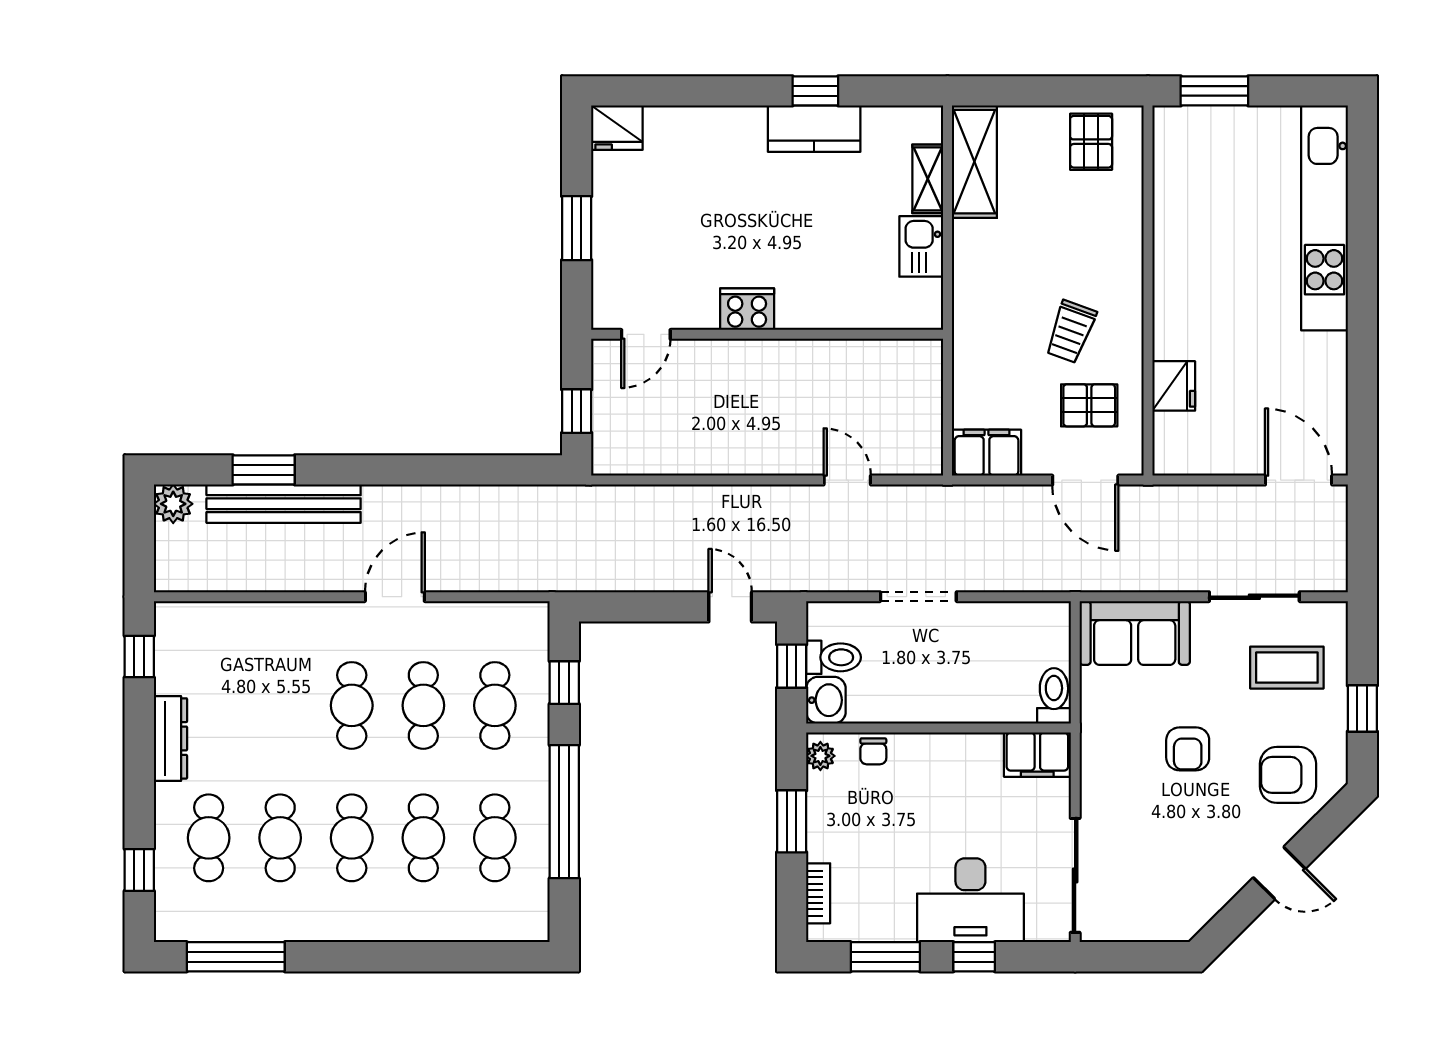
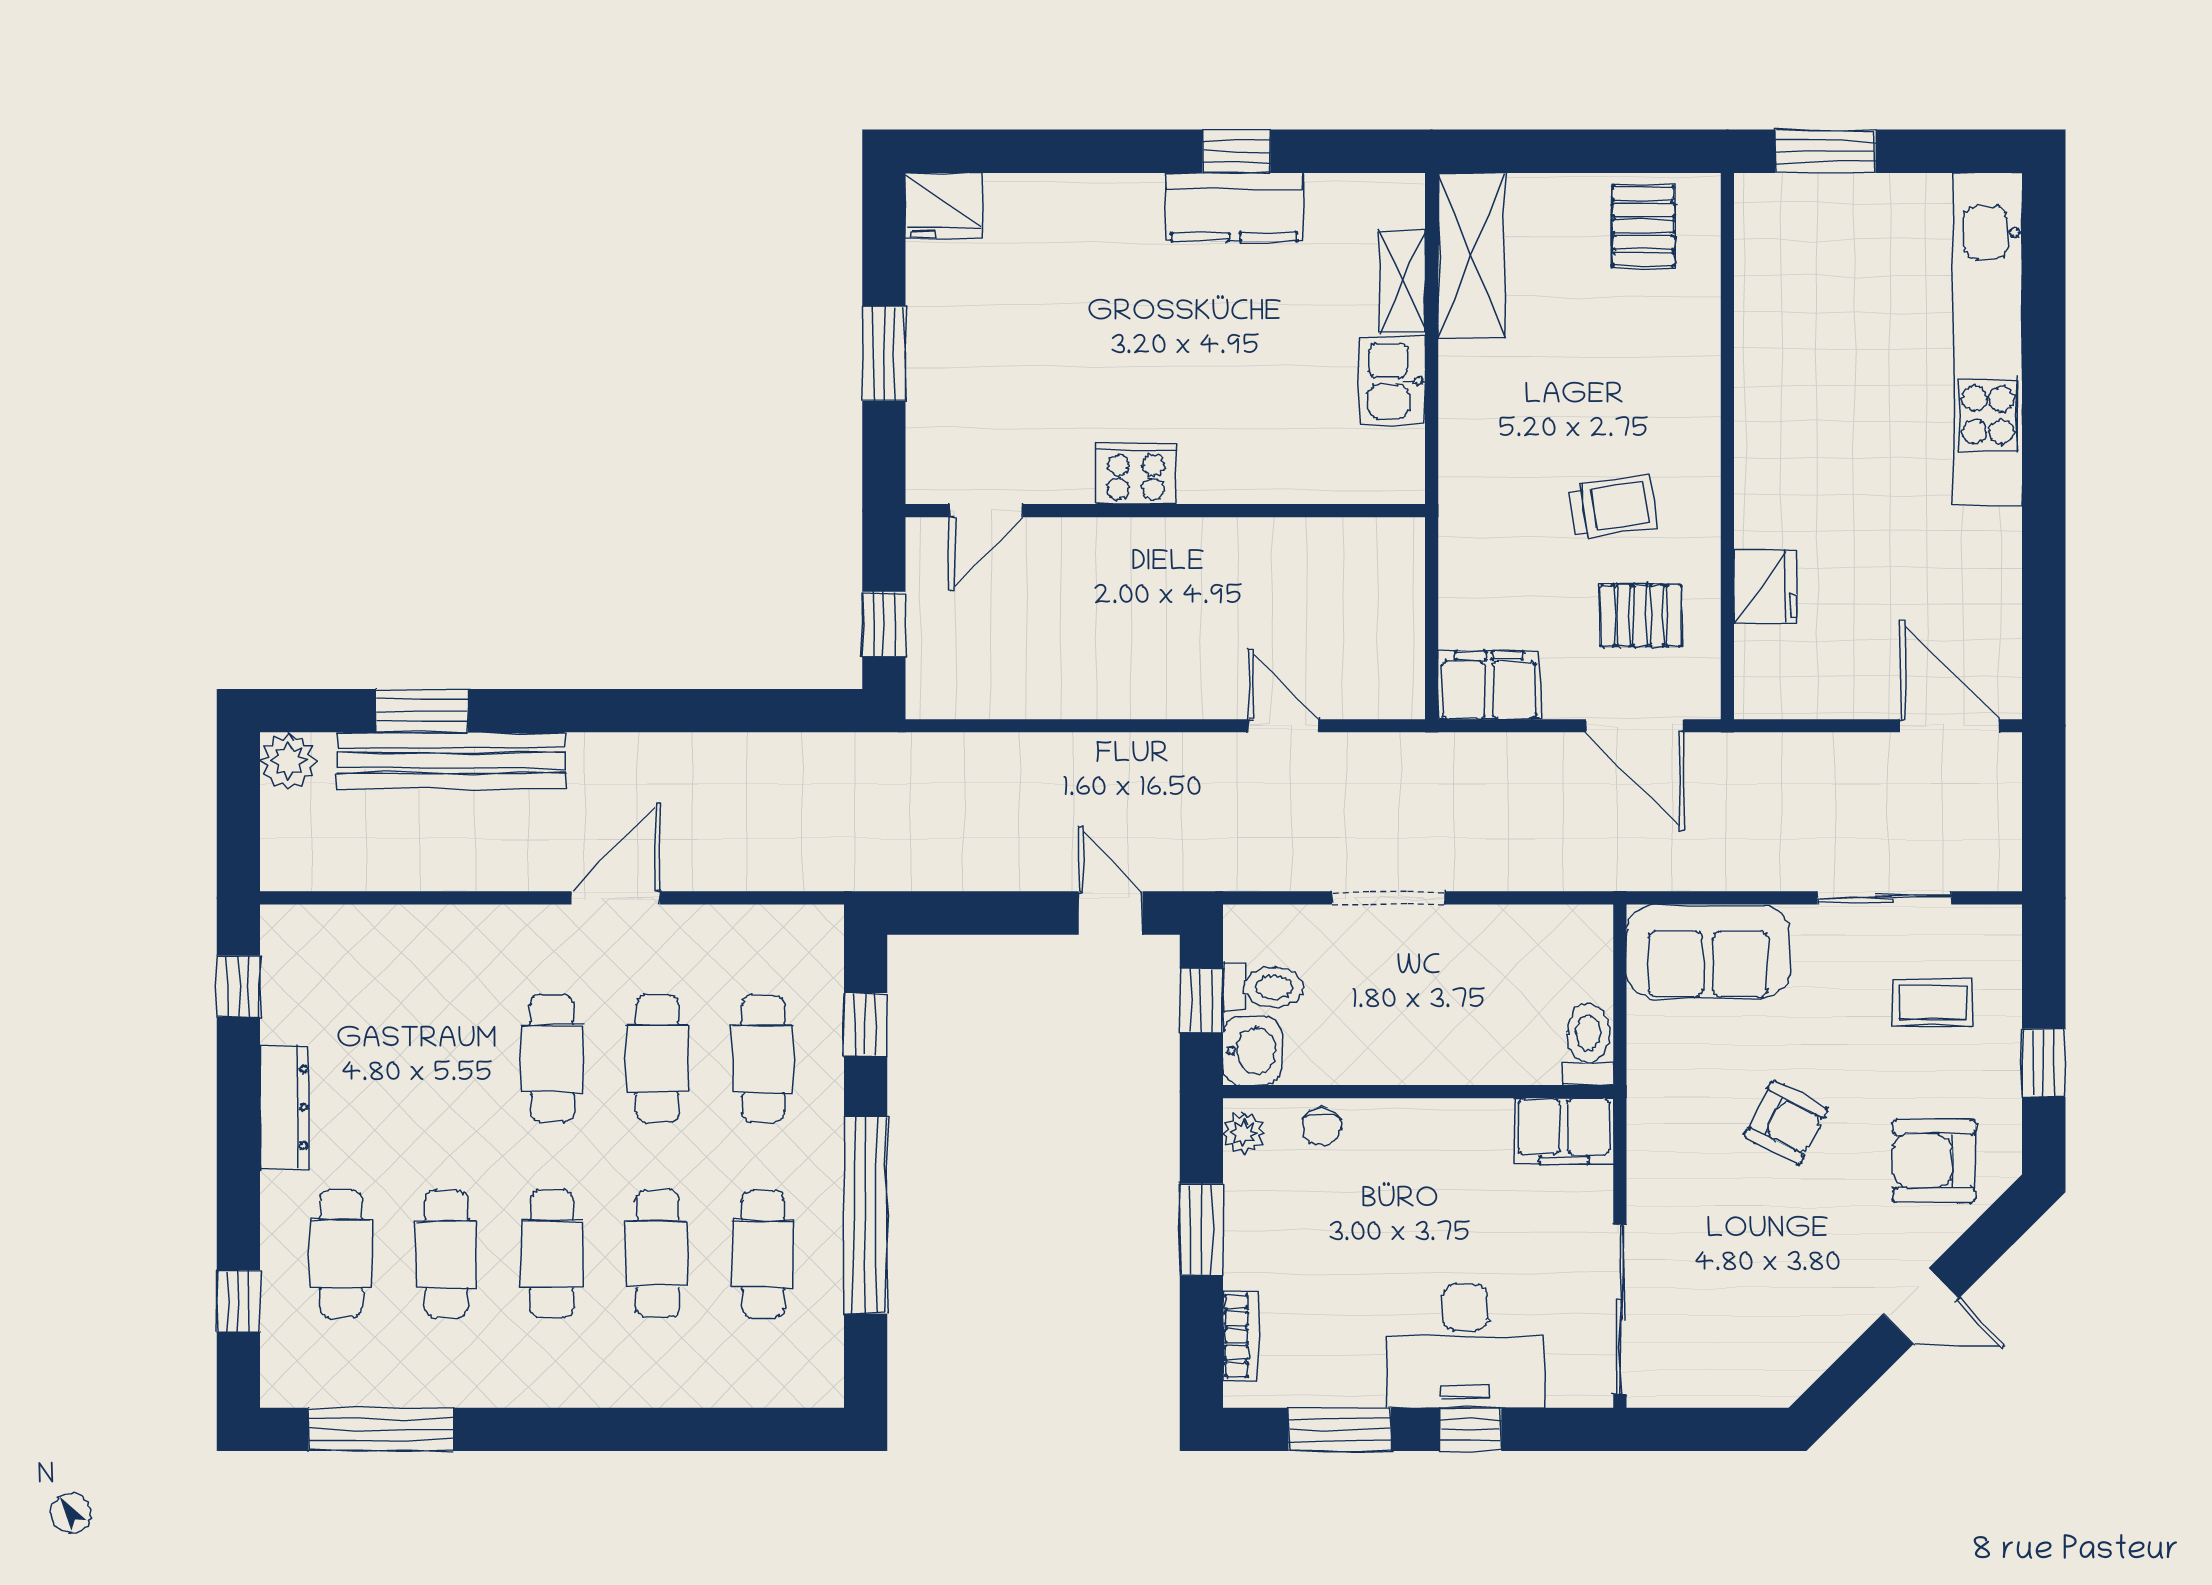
trolley: (1071, 332) -> (1613, 507), turned -119
coffee table: (1287, 668) -> (1932, 1003), width x0.73, depth x0.77
armchair: (1188, 749) -> (1786, 1123), turned -63

